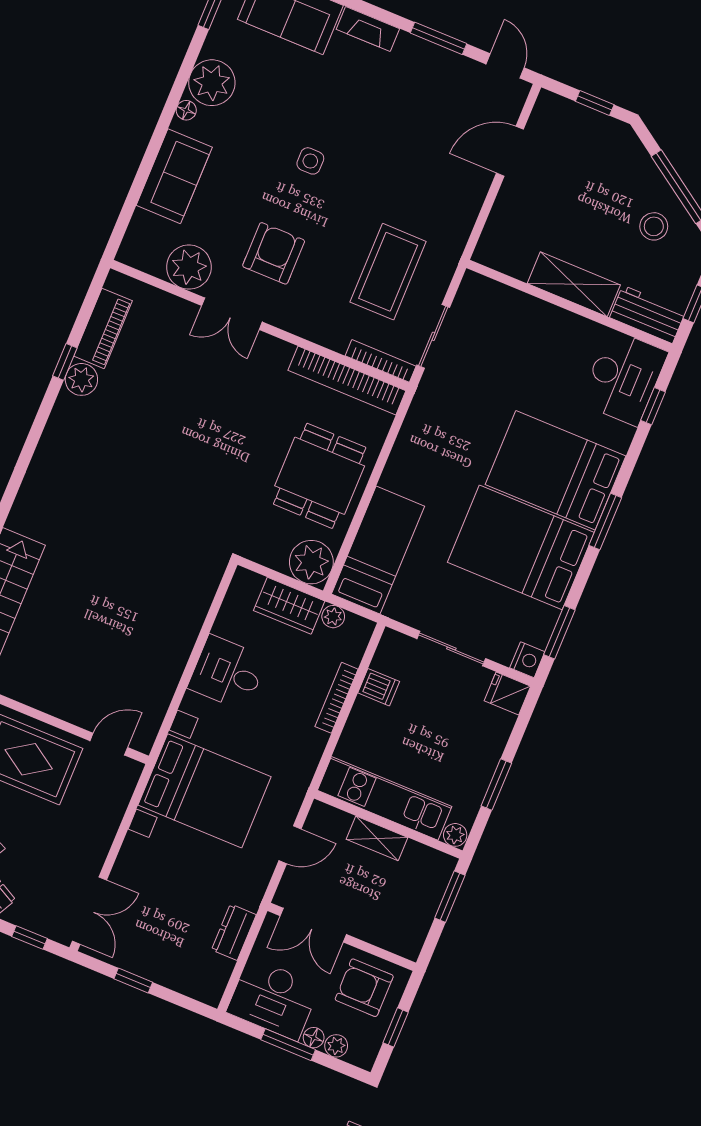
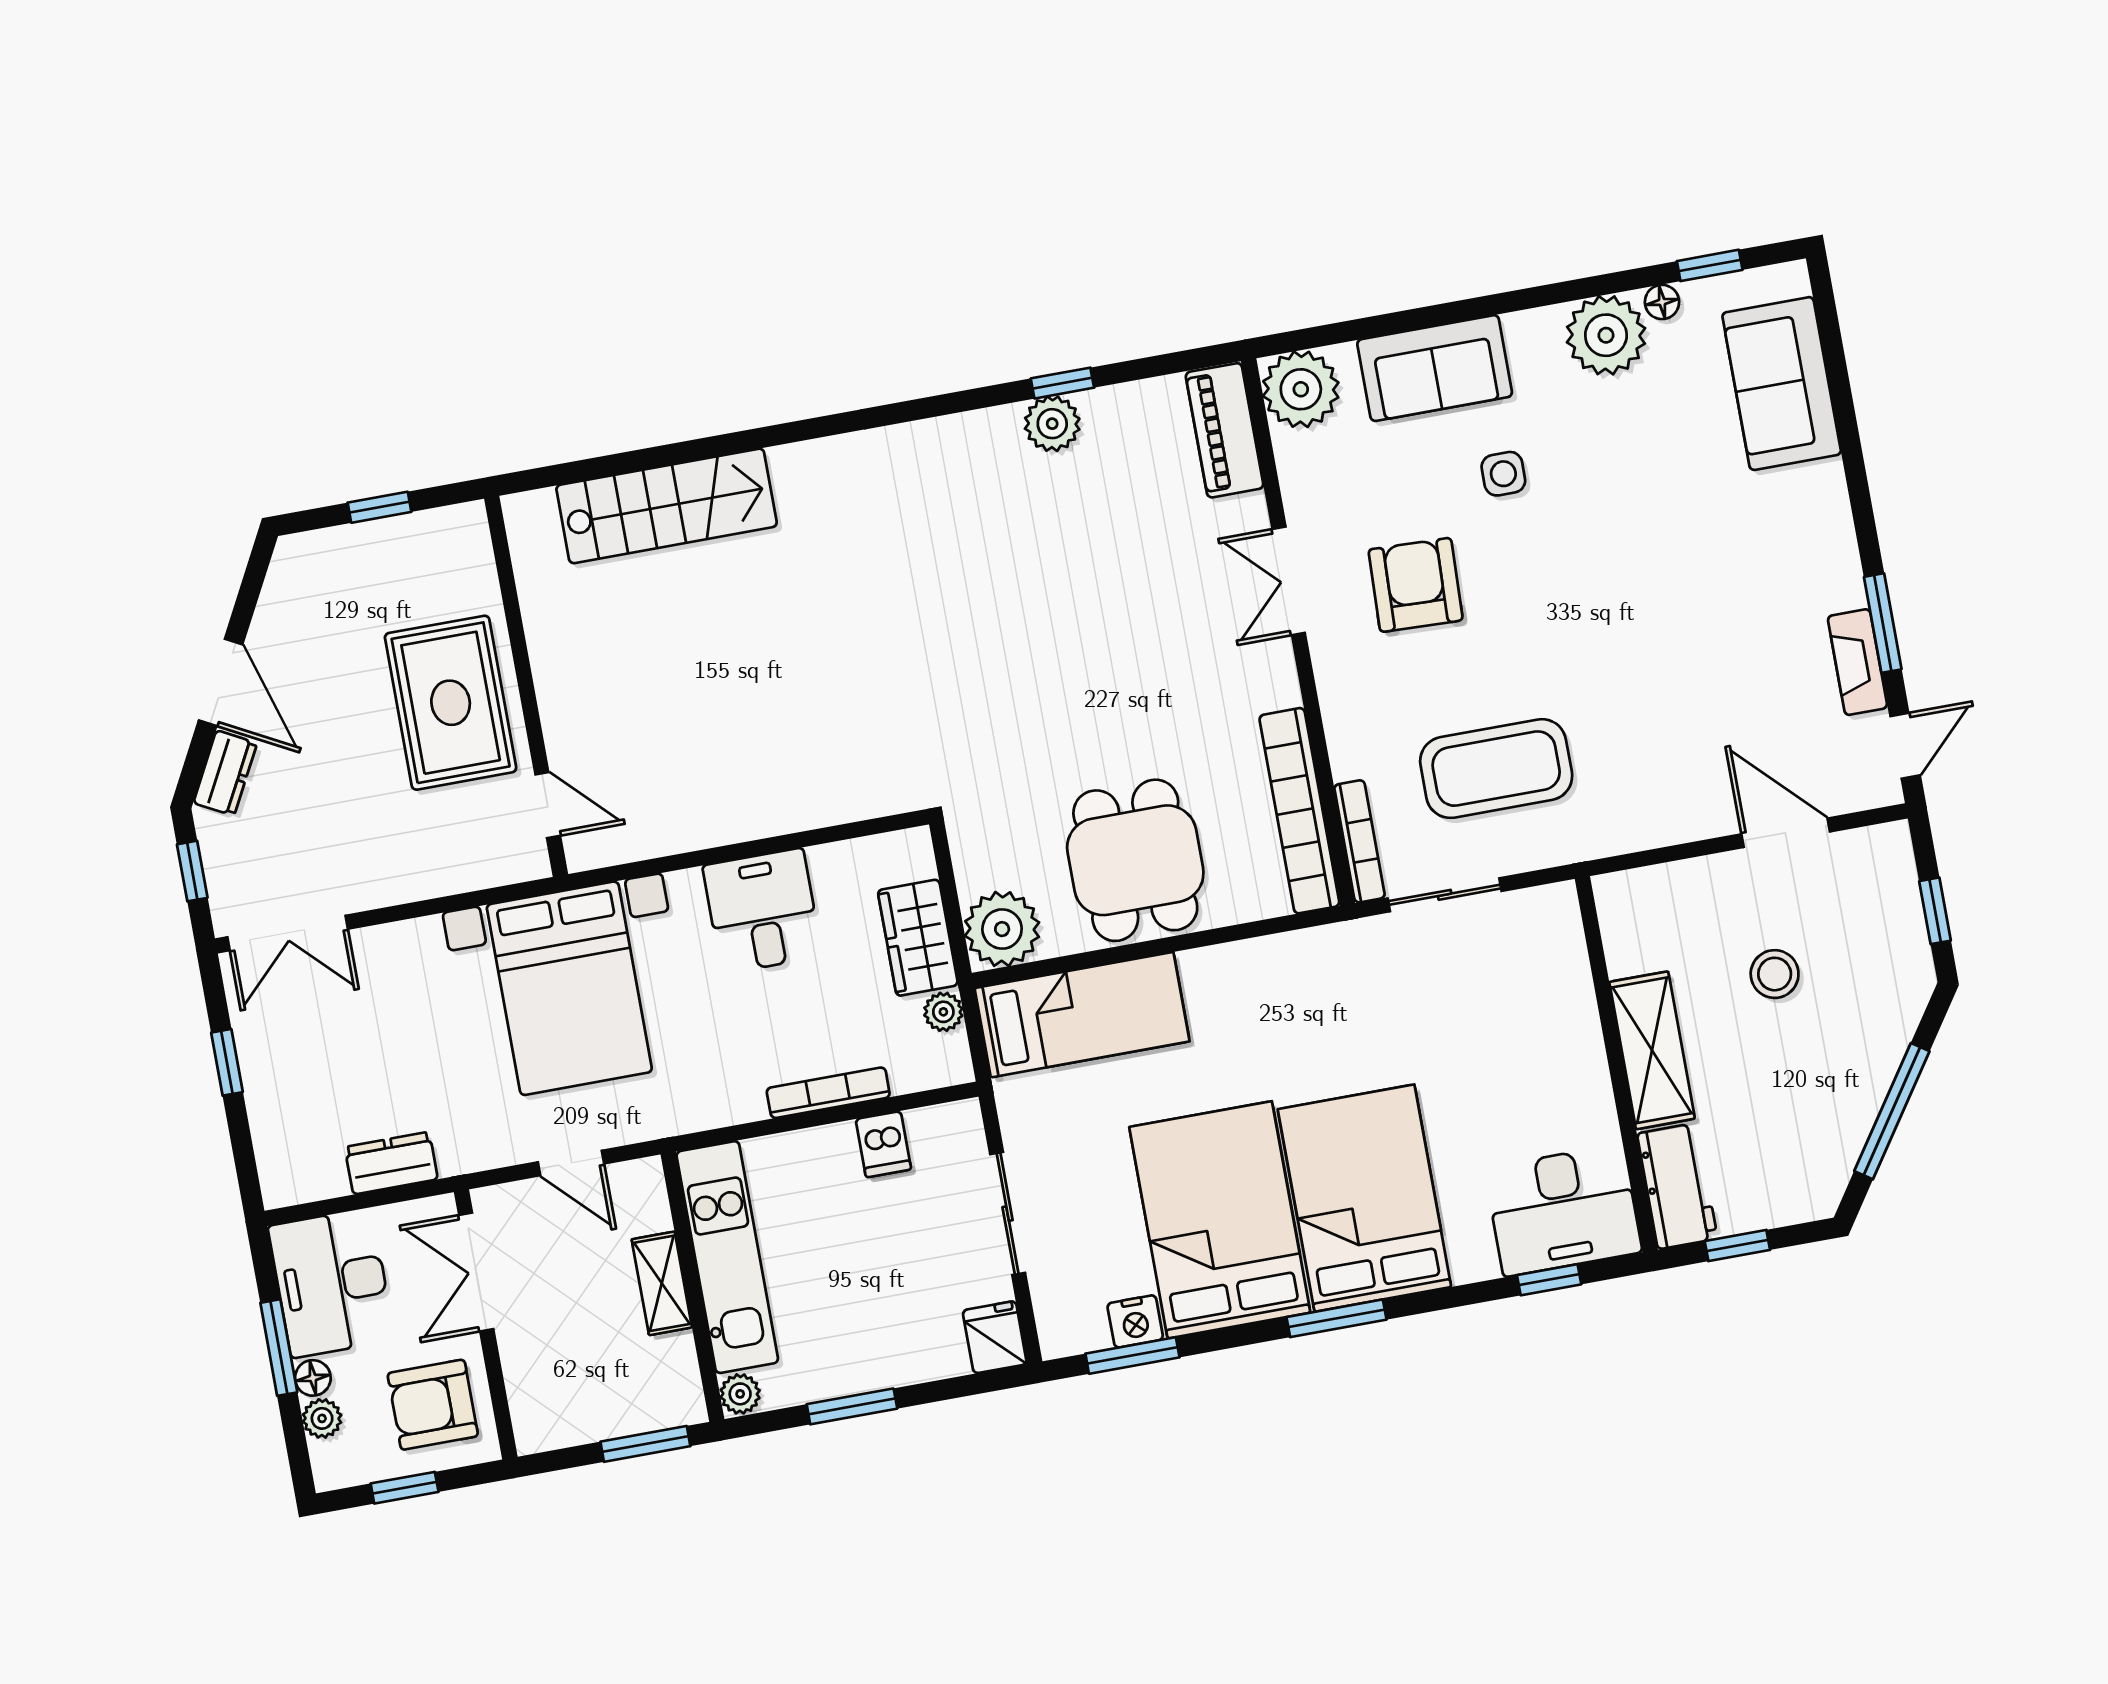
fireplace: (368, 29) -> (1857, 662), moved
floor lamp: (186, 110) -> (1662, 302), moved
side table: (310, 161) -> (1503, 474), moved
stool: (654, 226) -> (1775, 974), moved
armchair: (274, 253) -> (1416, 585), turned -88
plant: (189, 267) -> (1301, 389), moved
piano: (103, 328) -> (1225, 430), moved, turned 90
dining table: (320, 476) -> (1135, 860), turned 90
nightstand: (527, 660) -> (1135, 1321), moved
armchair: (364, 988) -> (433, 1405), turned -90

